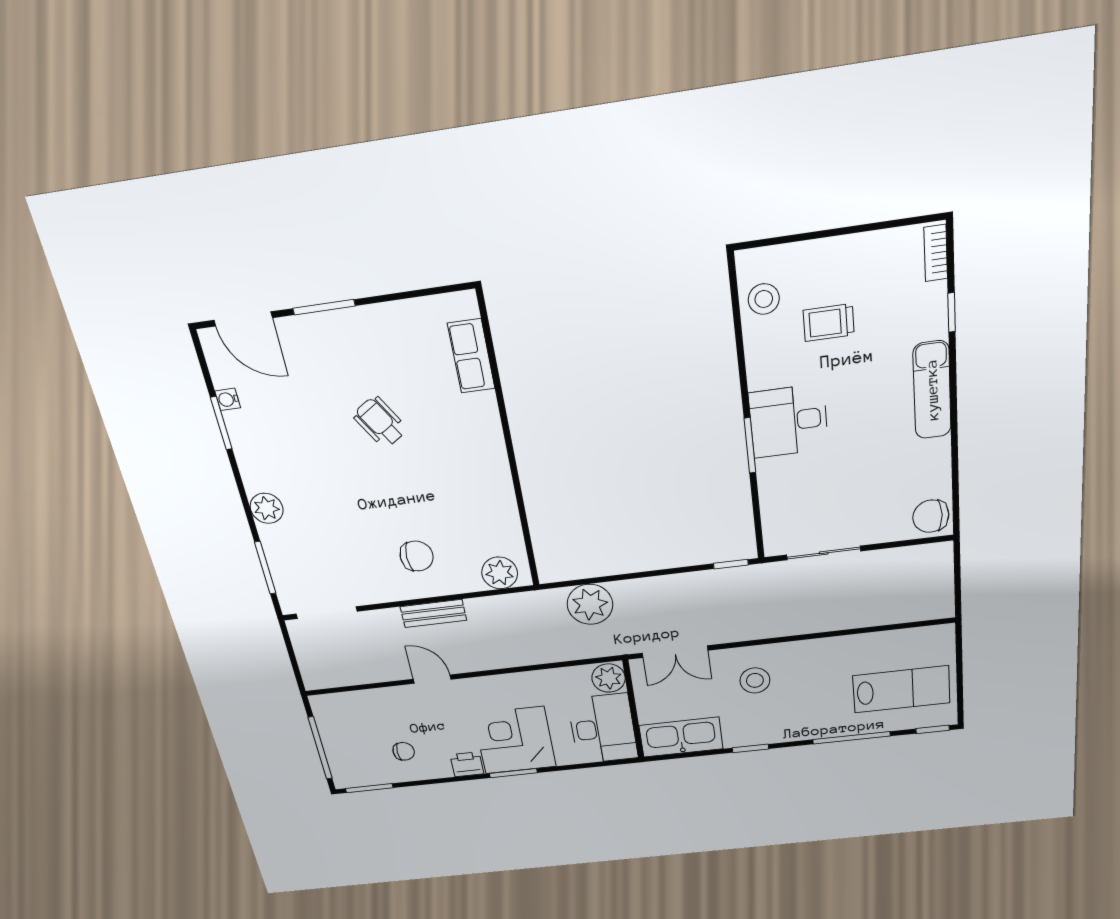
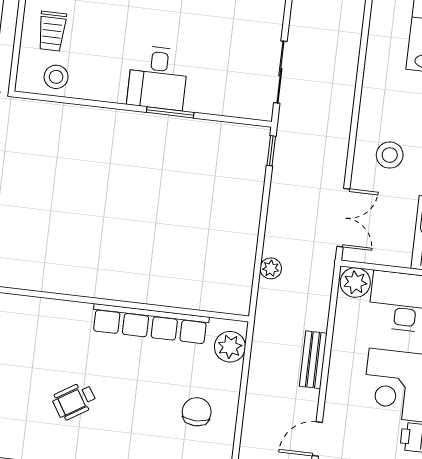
trolley: (829, 323) -> (52, 31), moved
row of seats: (471, 356) -> (150, 324), moved, width x2.02
plant: (590, 604) -> (271, 268), width x0.53, depth x0.53
bench: (433, 613) -> (313, 360), moved

